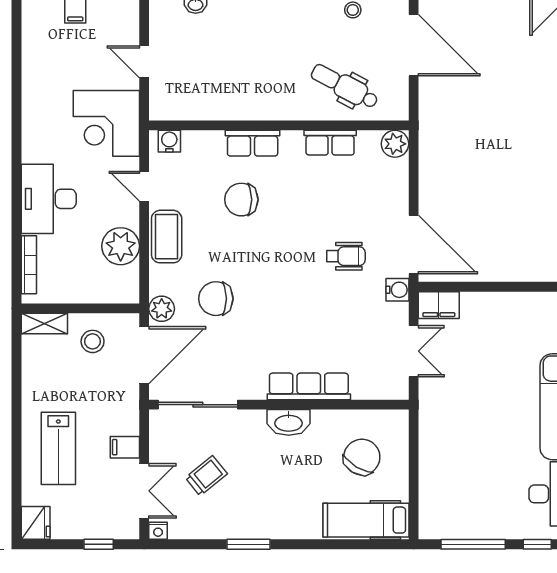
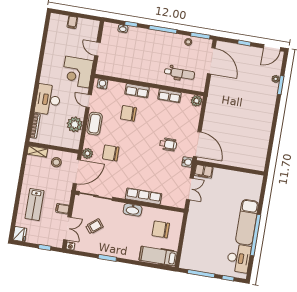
dental chair: (345, 86) -> (179, 73), turned 152
chair: (362, 457) -> (161, 229), turned -121

